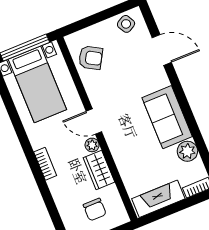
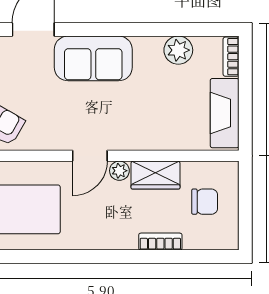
sofa: (167, 117) -> (93, 58), moved
bookcase: (45, 164) -> (160, 242), moved

